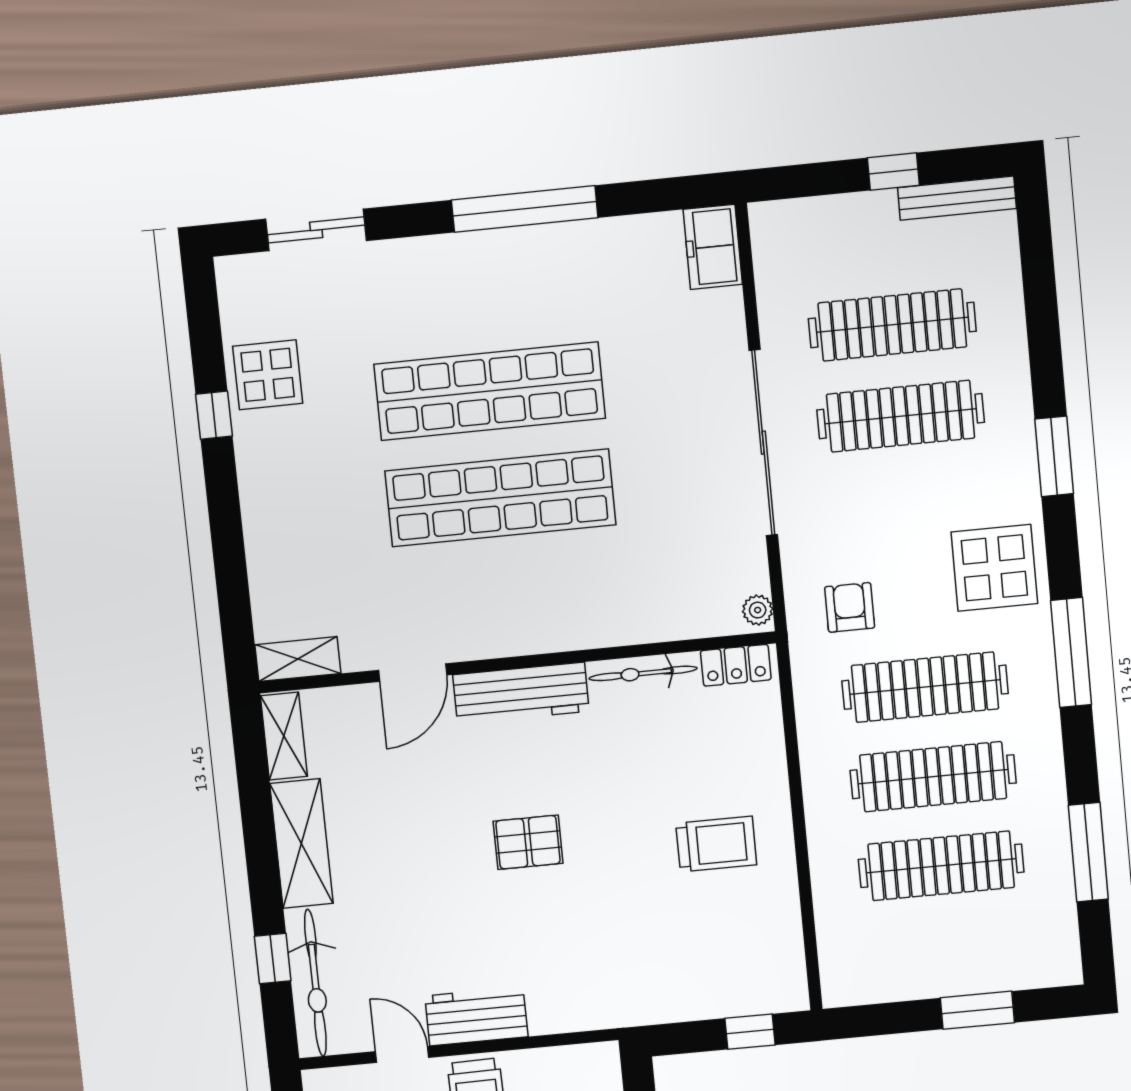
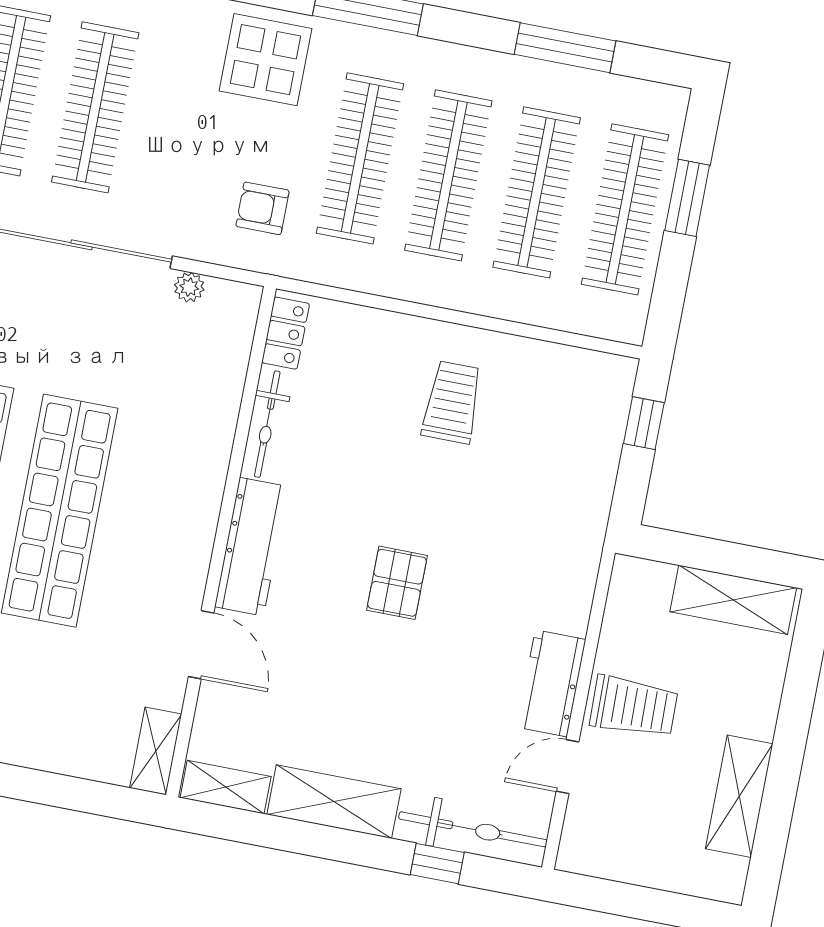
plant: (758, 610) -> (189, 287), moved
clothes rail: (949, 954) -> (625, 209), added

